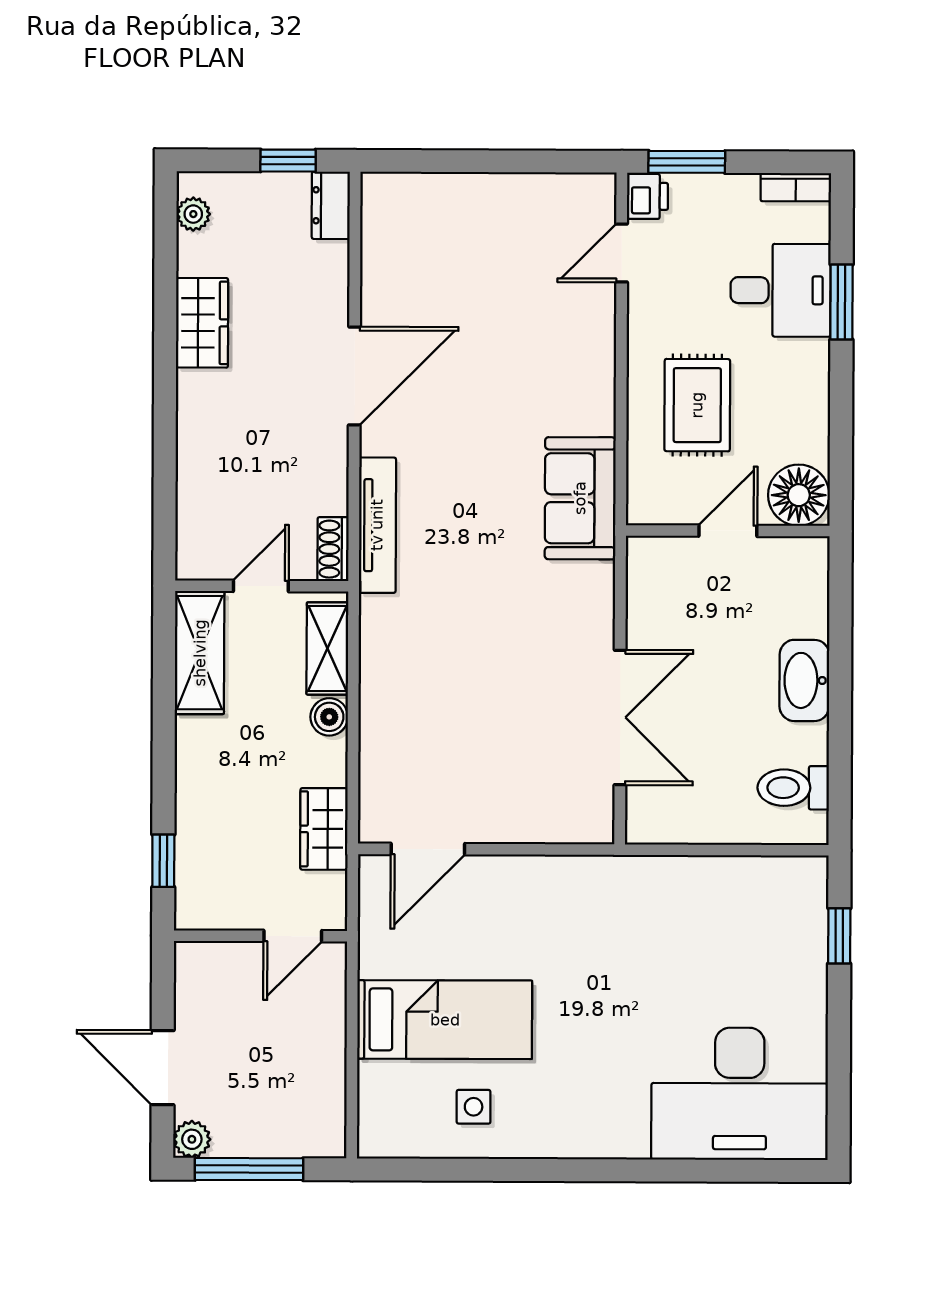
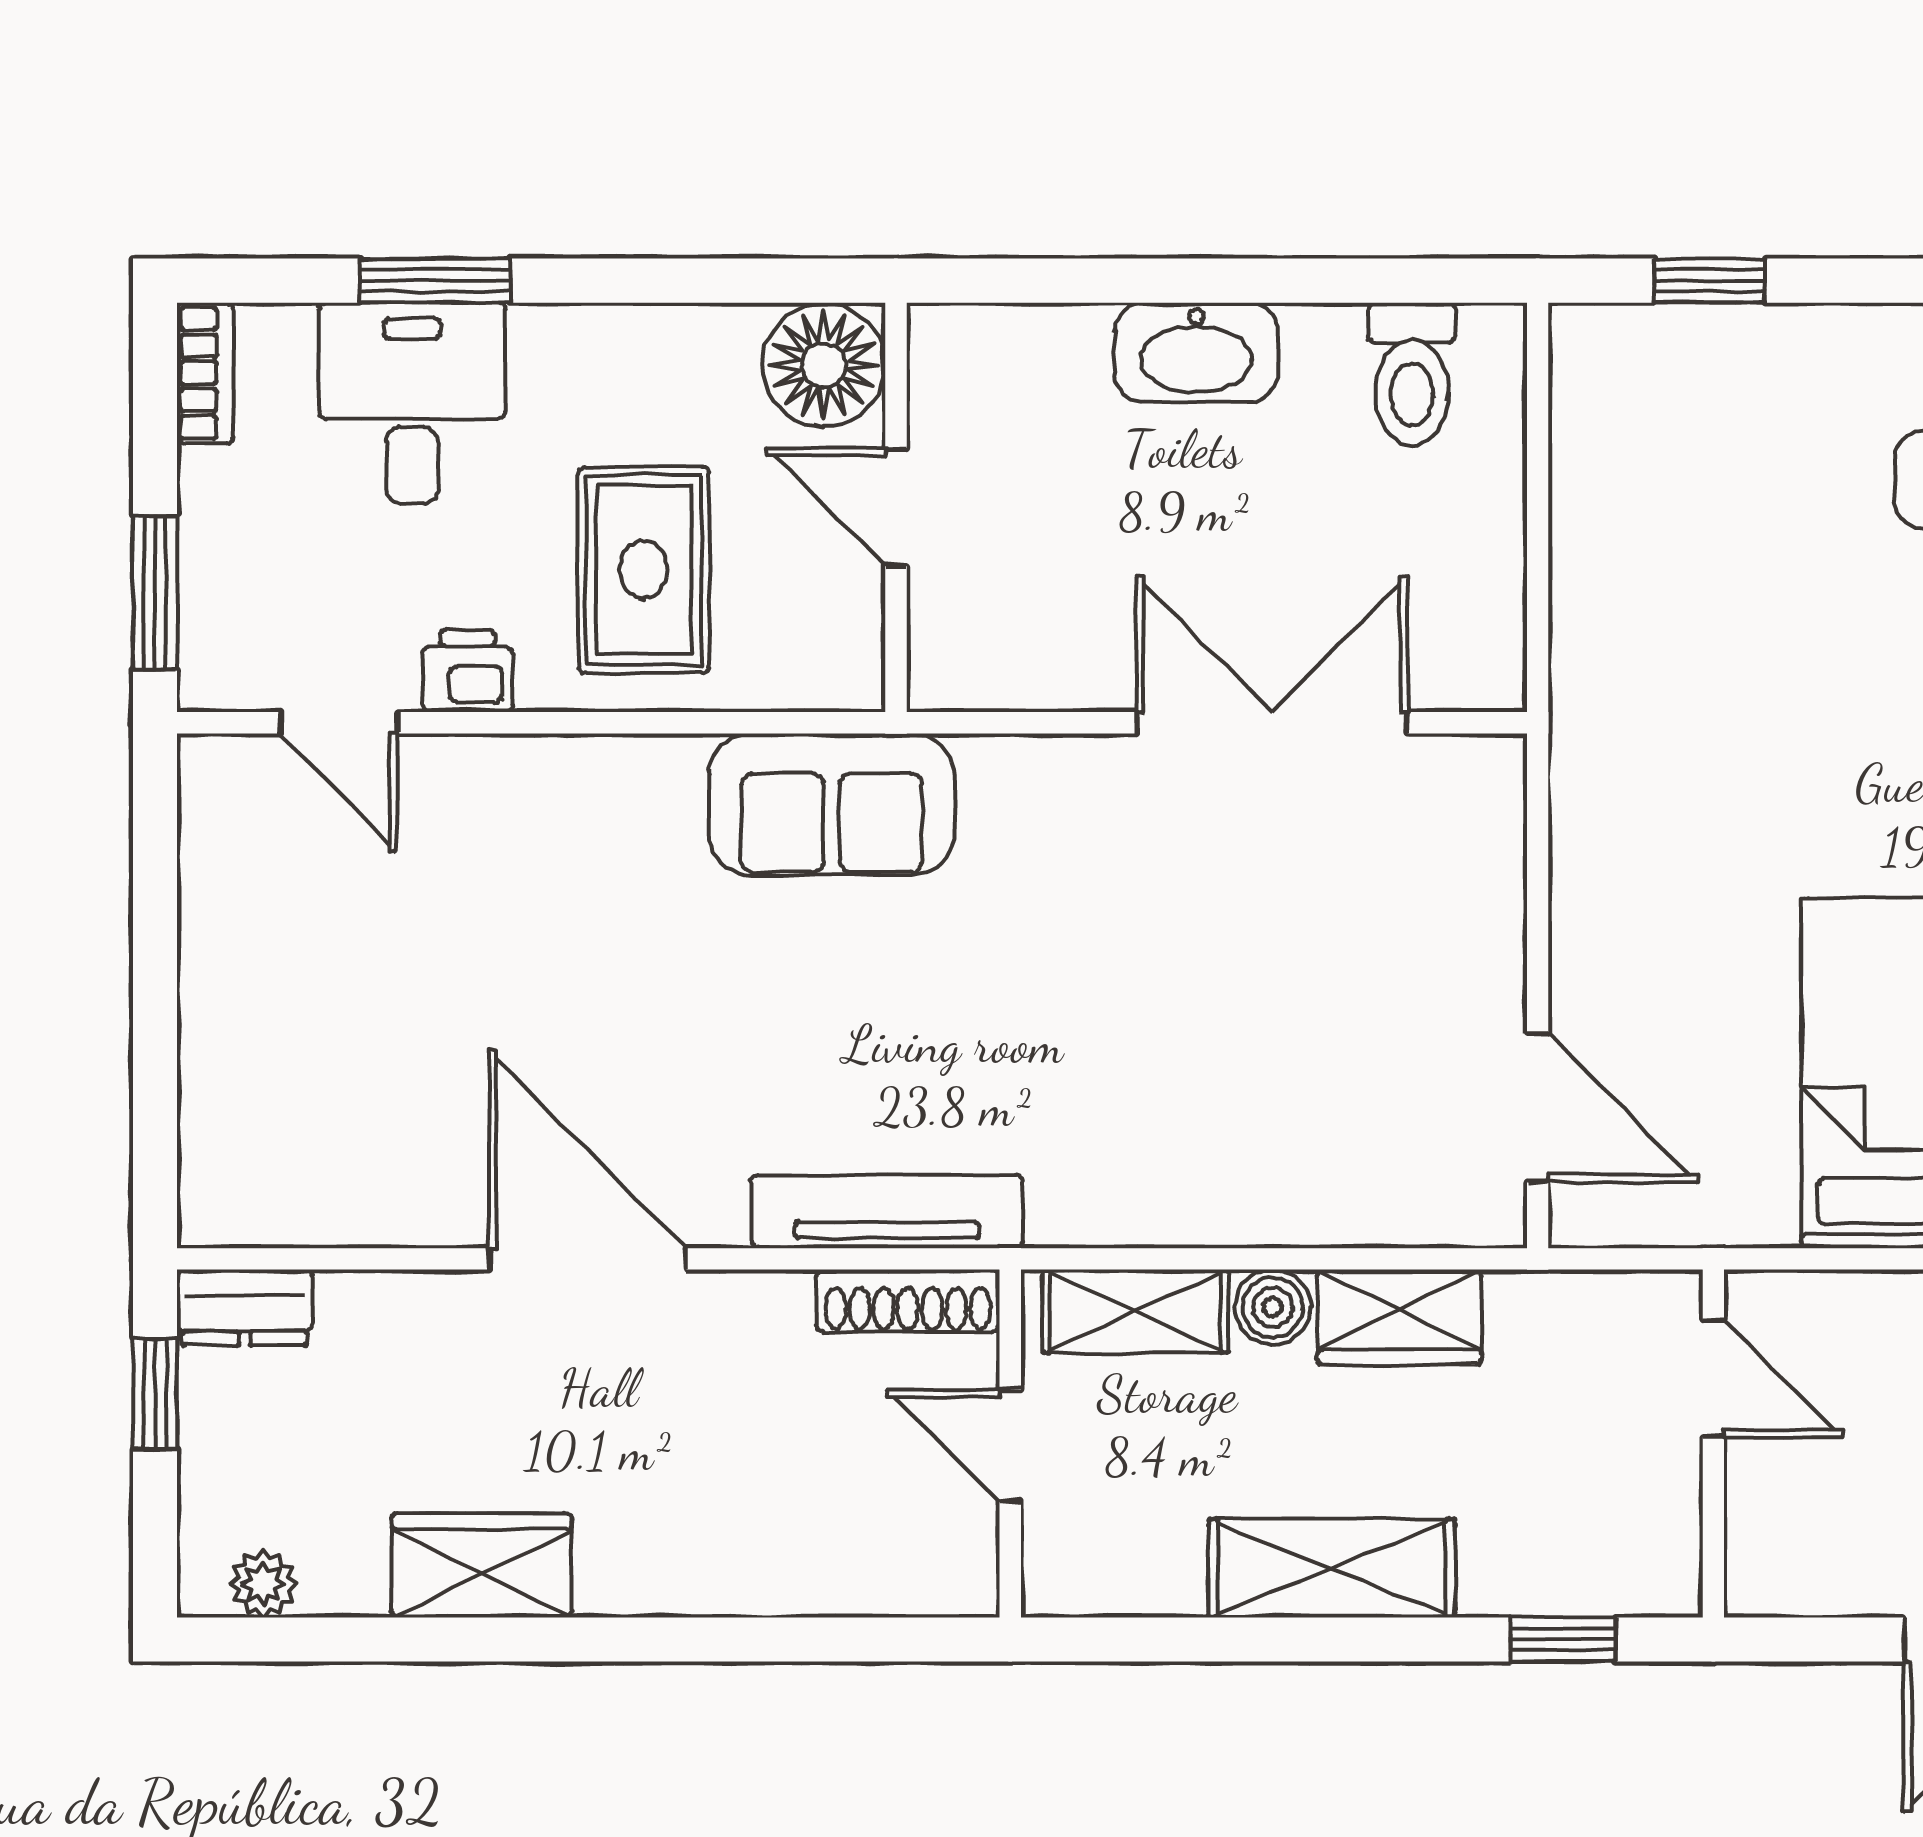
printer: (648, 196) -> (468, 671), moved
rug: (697, 405) -> (644, 570), turned 90
shoe rack: (333, 549) -> (908, 1301), width x1.43
shelving: (200, 653) -> (1332, 1568), moved
wardrobe: (324, 829) -> (1399, 1317), moved

